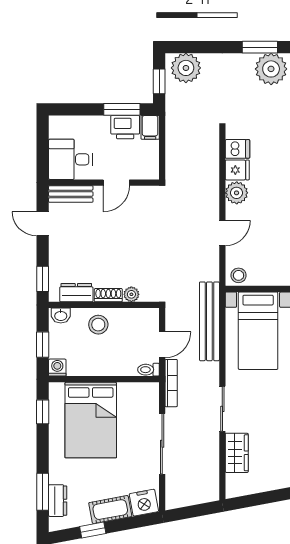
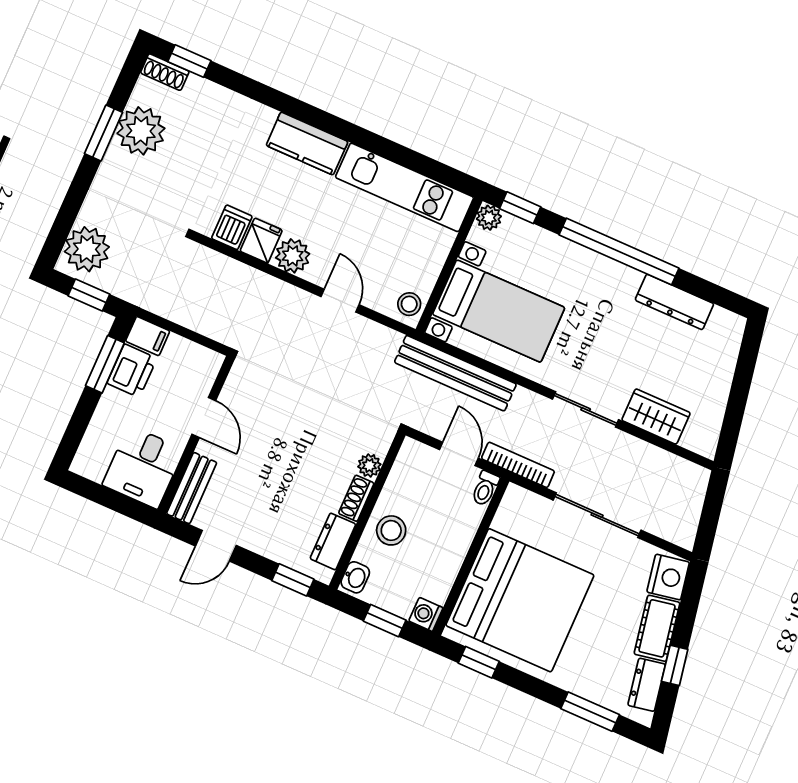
bed: (91, 420) -> (520, 600), width x1.36
dresser: (58, 501) -> (647, 685), moved, turned -101

